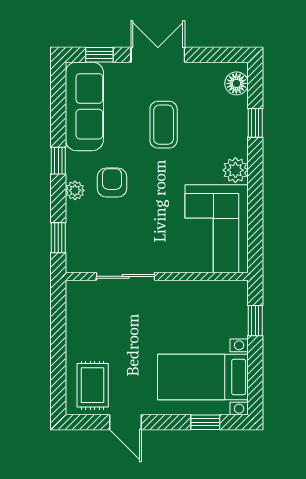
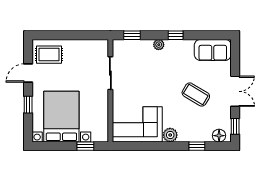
window: (99, 55) -> (235, 126), moved
sofa: (84, 106) -> (213, 50), width x0.73
coffee table: (164, 125) -> (196, 95), turned 31
armchair: (112, 183) -> (163, 65), removed
bed with nightstands: (203, 377) -> (61, 117), width x1.36
window: (205, 422) -> (28, 105), moved

